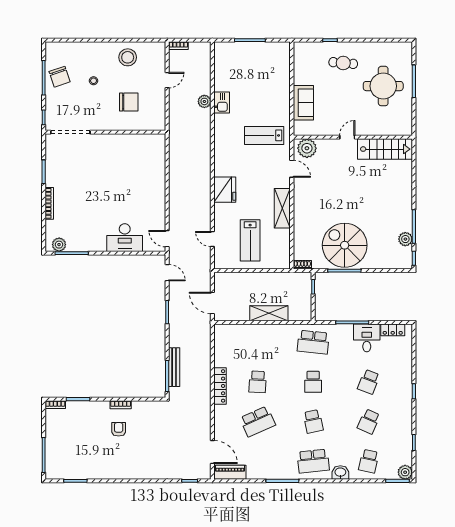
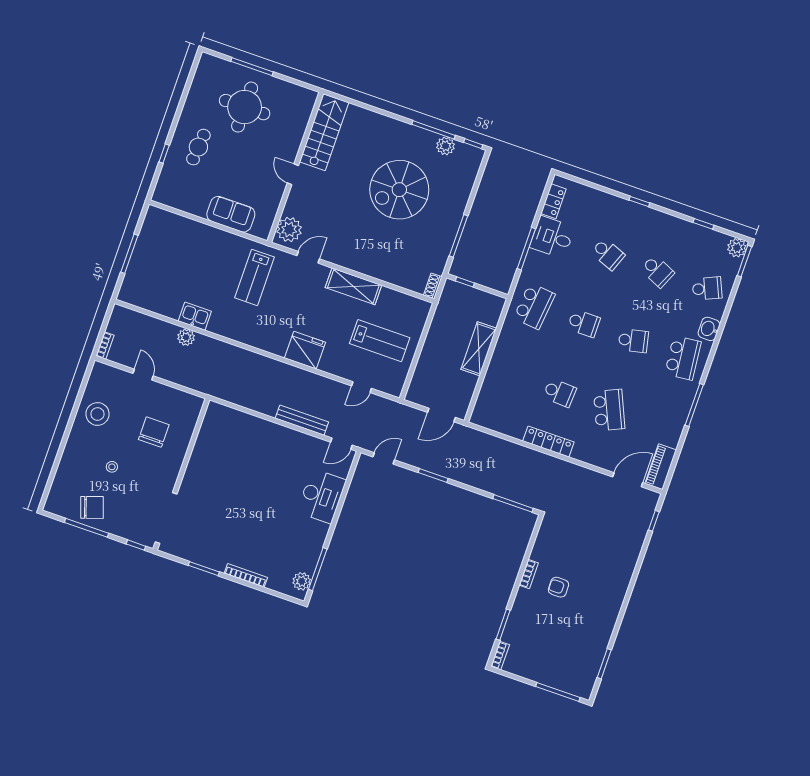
spiral stairs: (345, 245) -> (399, 190), moved
bench: (174, 367) -> (302, 420), moved
school desk: (369, 461) -> (707, 288), turned -36

